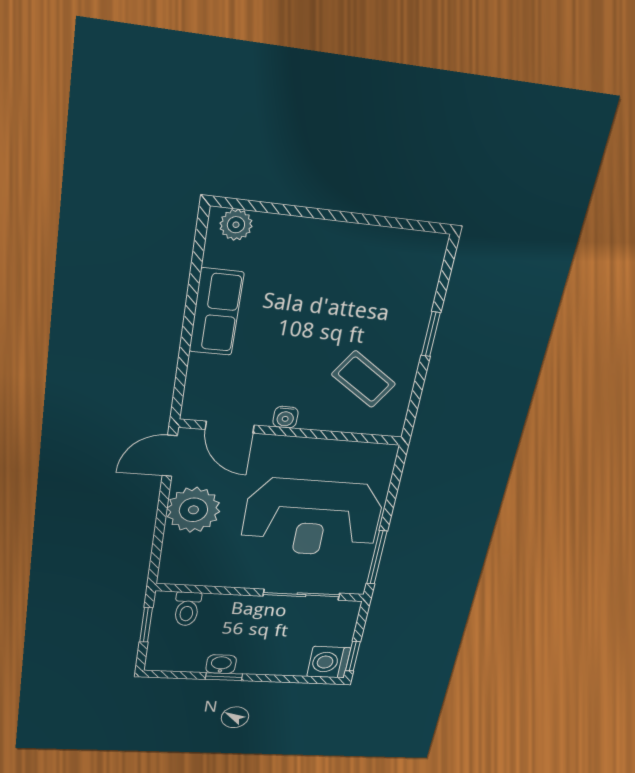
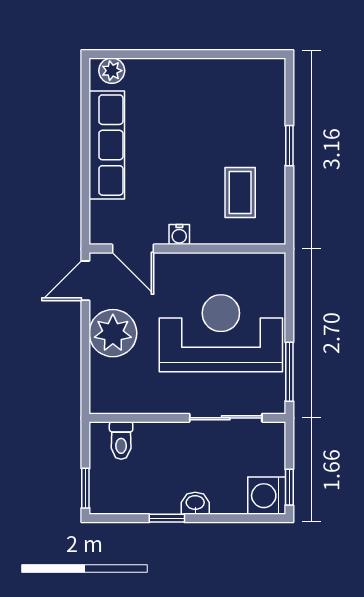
row of seats: (216, 312) -> (107, 145), width x1.48
coffee table: (364, 379) -> (240, 193), turned 56
reception desk: (312, 518) -> (221, 333), turned 180
window: (146, 625) -> (85, 488), moved
washbasin: (221, 664) -> (195, 503), moved

